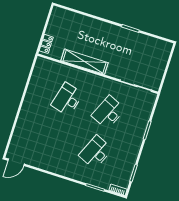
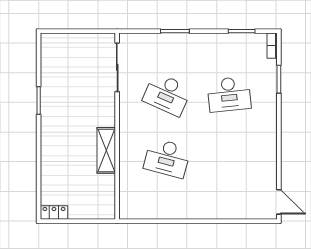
locker: (46, 44) -> (54, 212), moved
shelving: (84, 62) -> (106, 150), width x0.68
desk: (96, 152) -> (229, 94), turned -30

